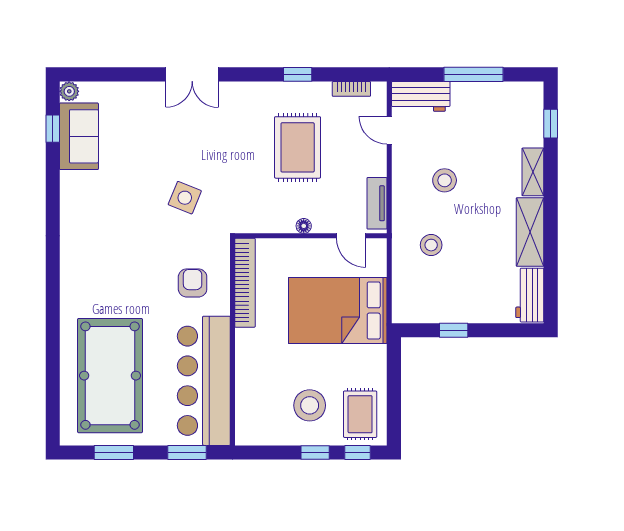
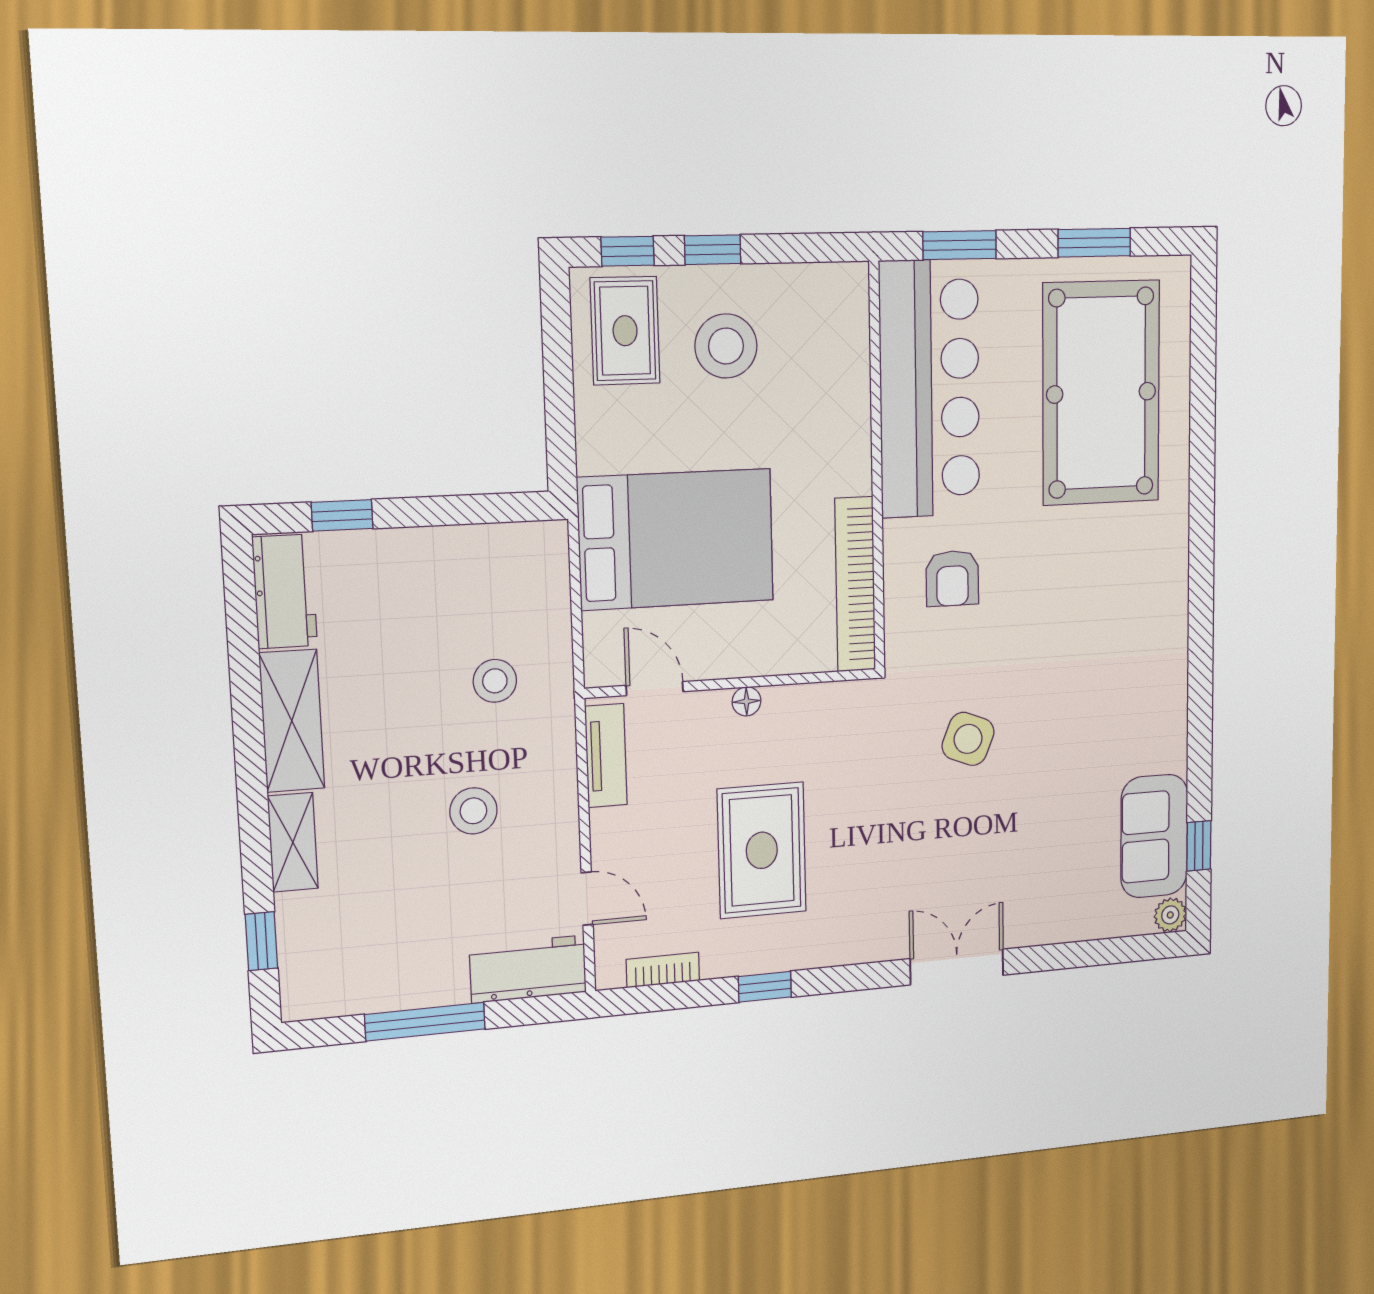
window: (454, 330) -> (342, 515), moved

